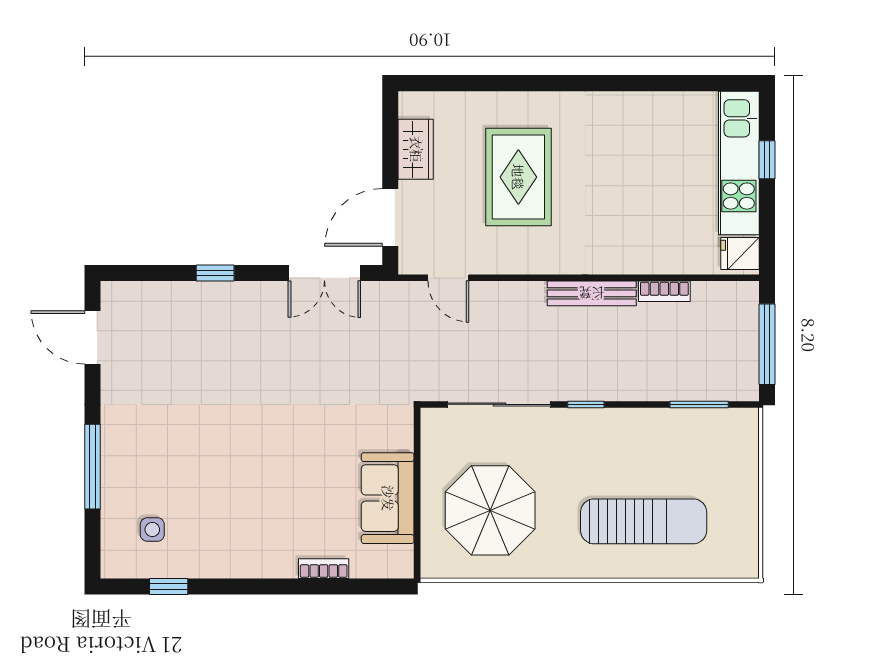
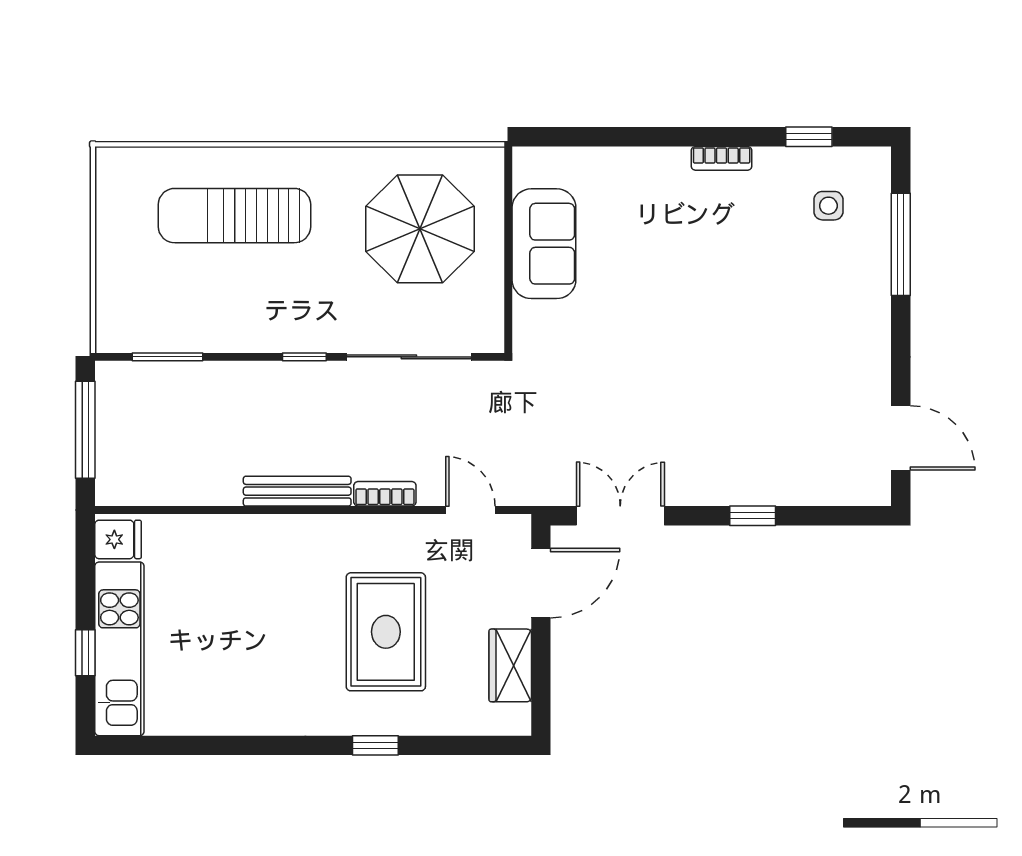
window: (527, 83) -> (375, 745), added
bookcase: (664, 291) -> (385, 494), moved
window: (93, 467) -> (901, 244), moved
bookcase: (324, 569) -> (722, 158), moved

